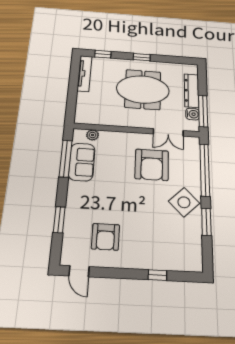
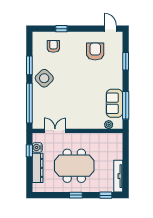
window: (203, 111) -> (29, 151), width x0.46
armchair: (152, 165) -> (53, 46), moved, width x0.53, depth x0.53

